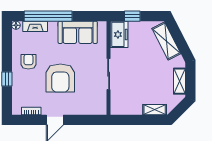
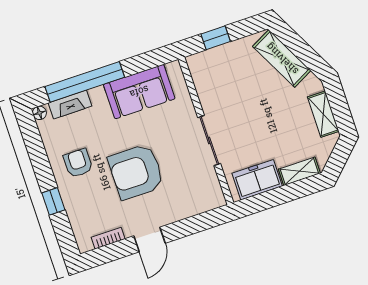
freezer: (119, 34) -> (257, 180), moved, turned -90
armchair: (60, 78) -> (136, 172), turned 90

